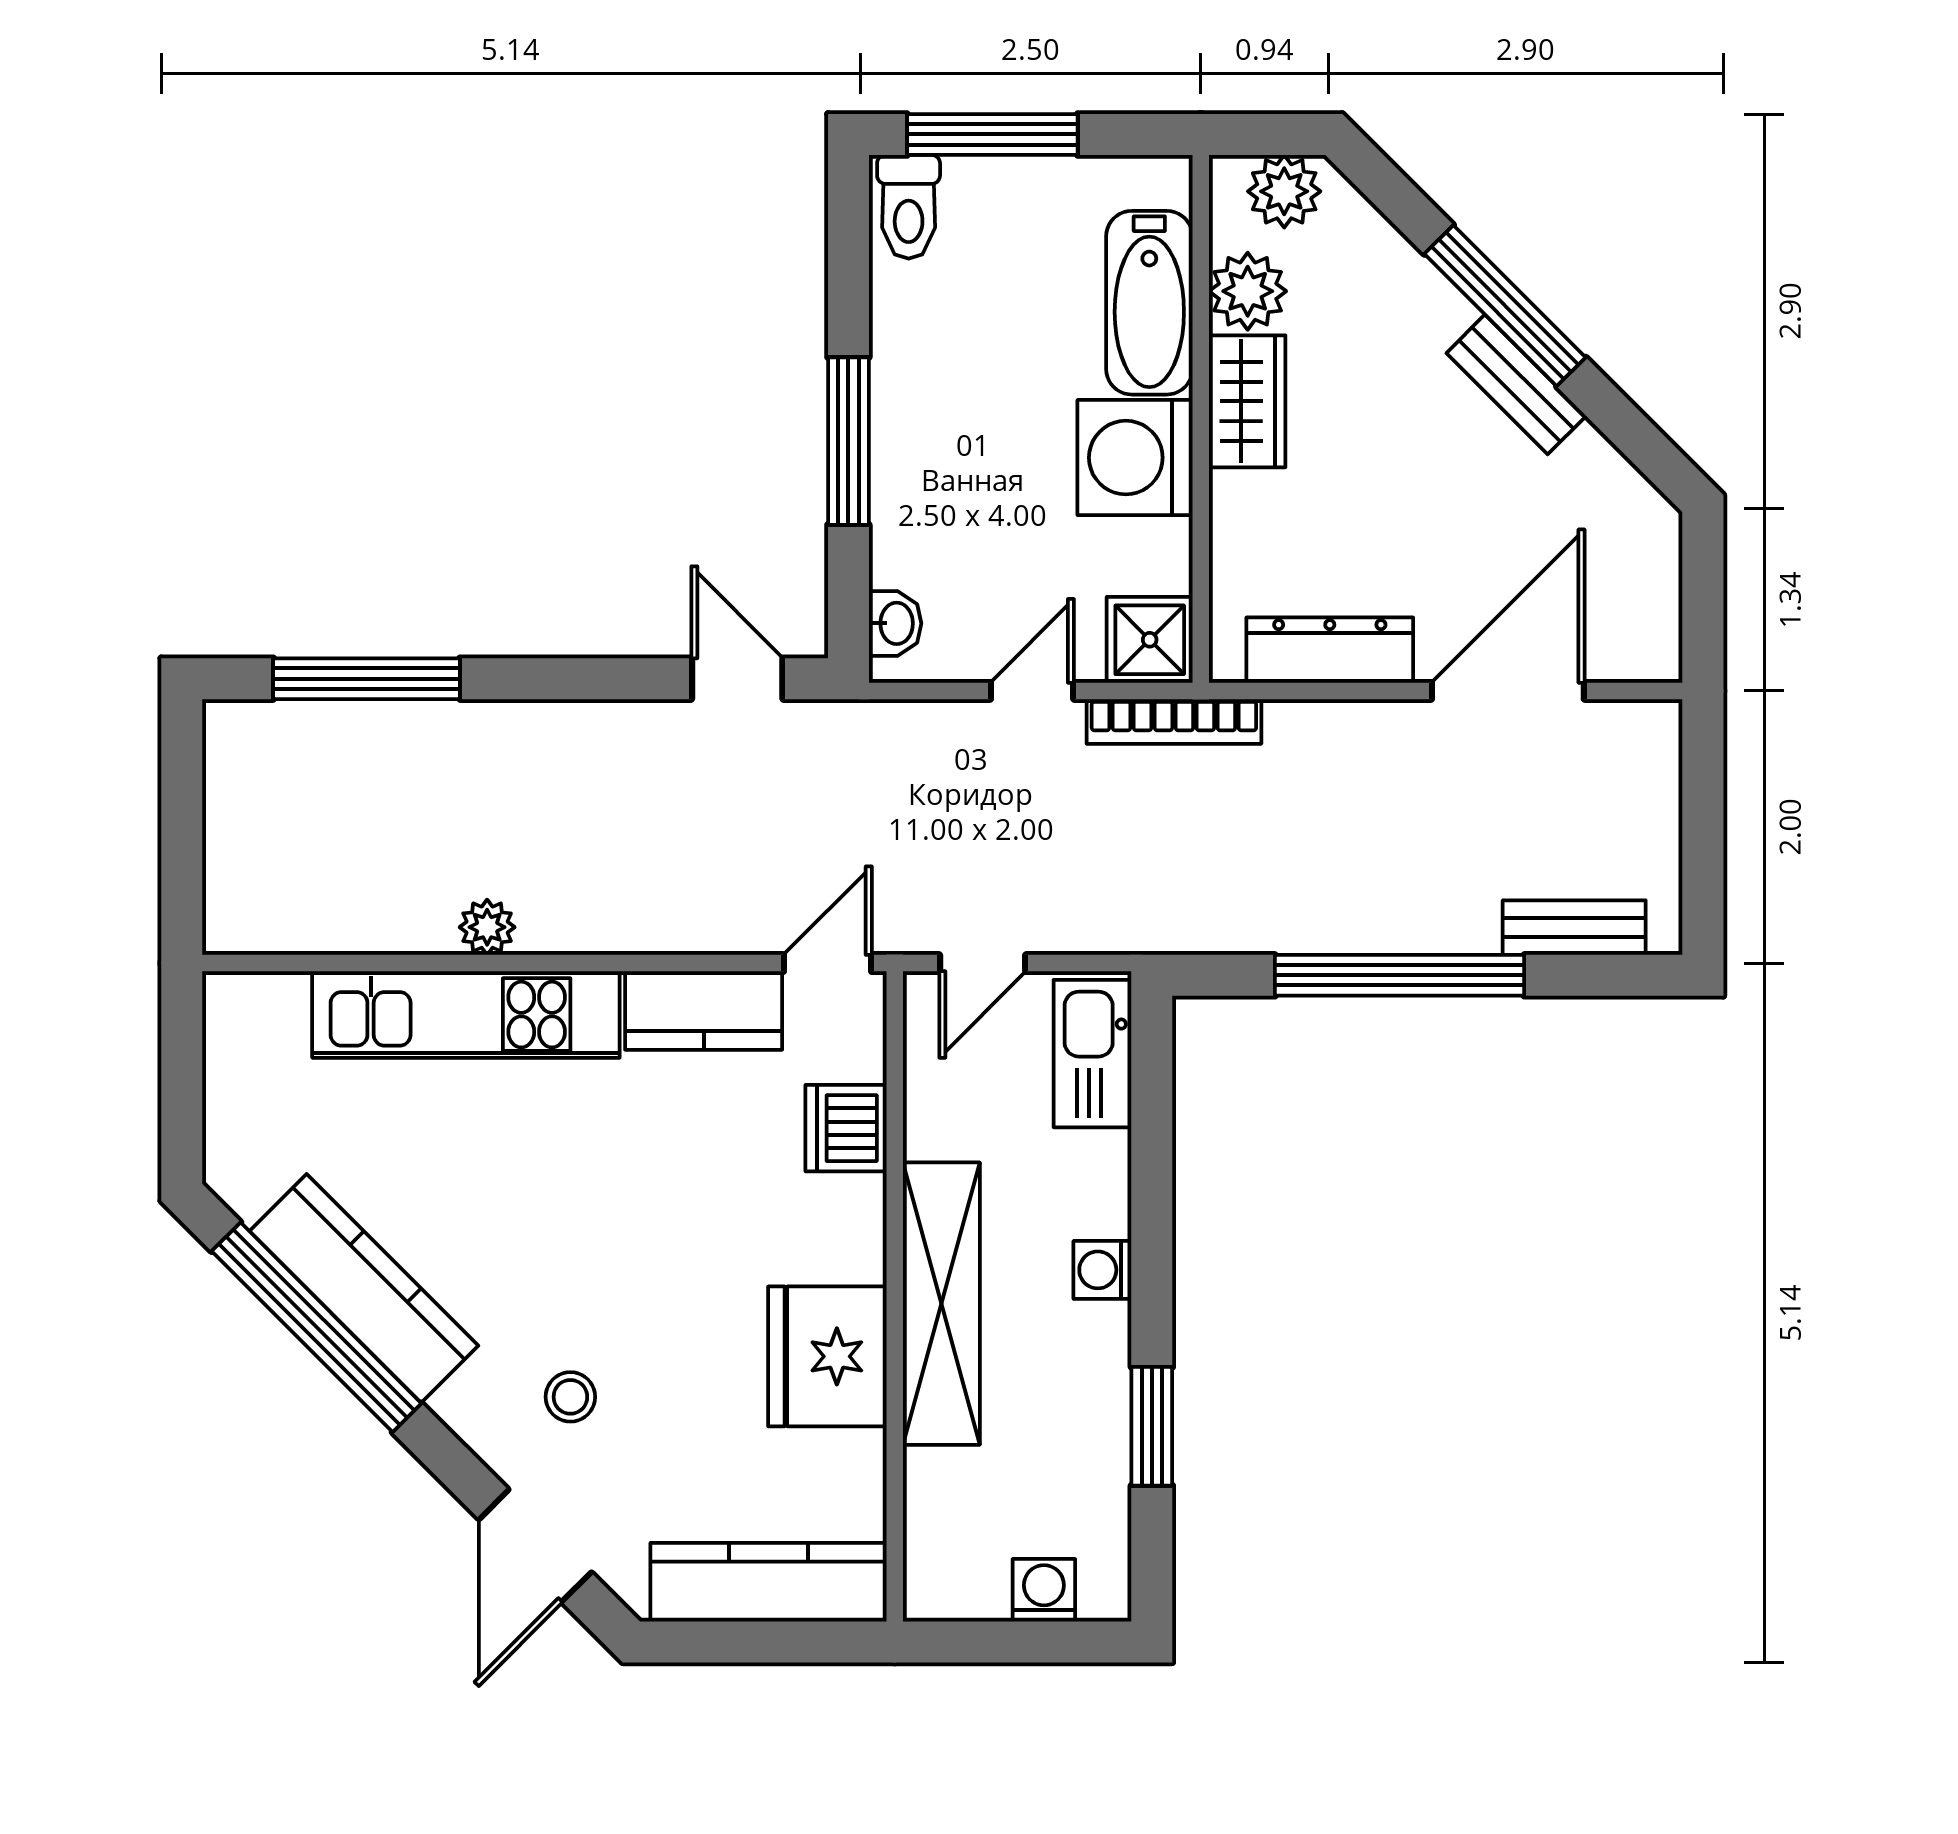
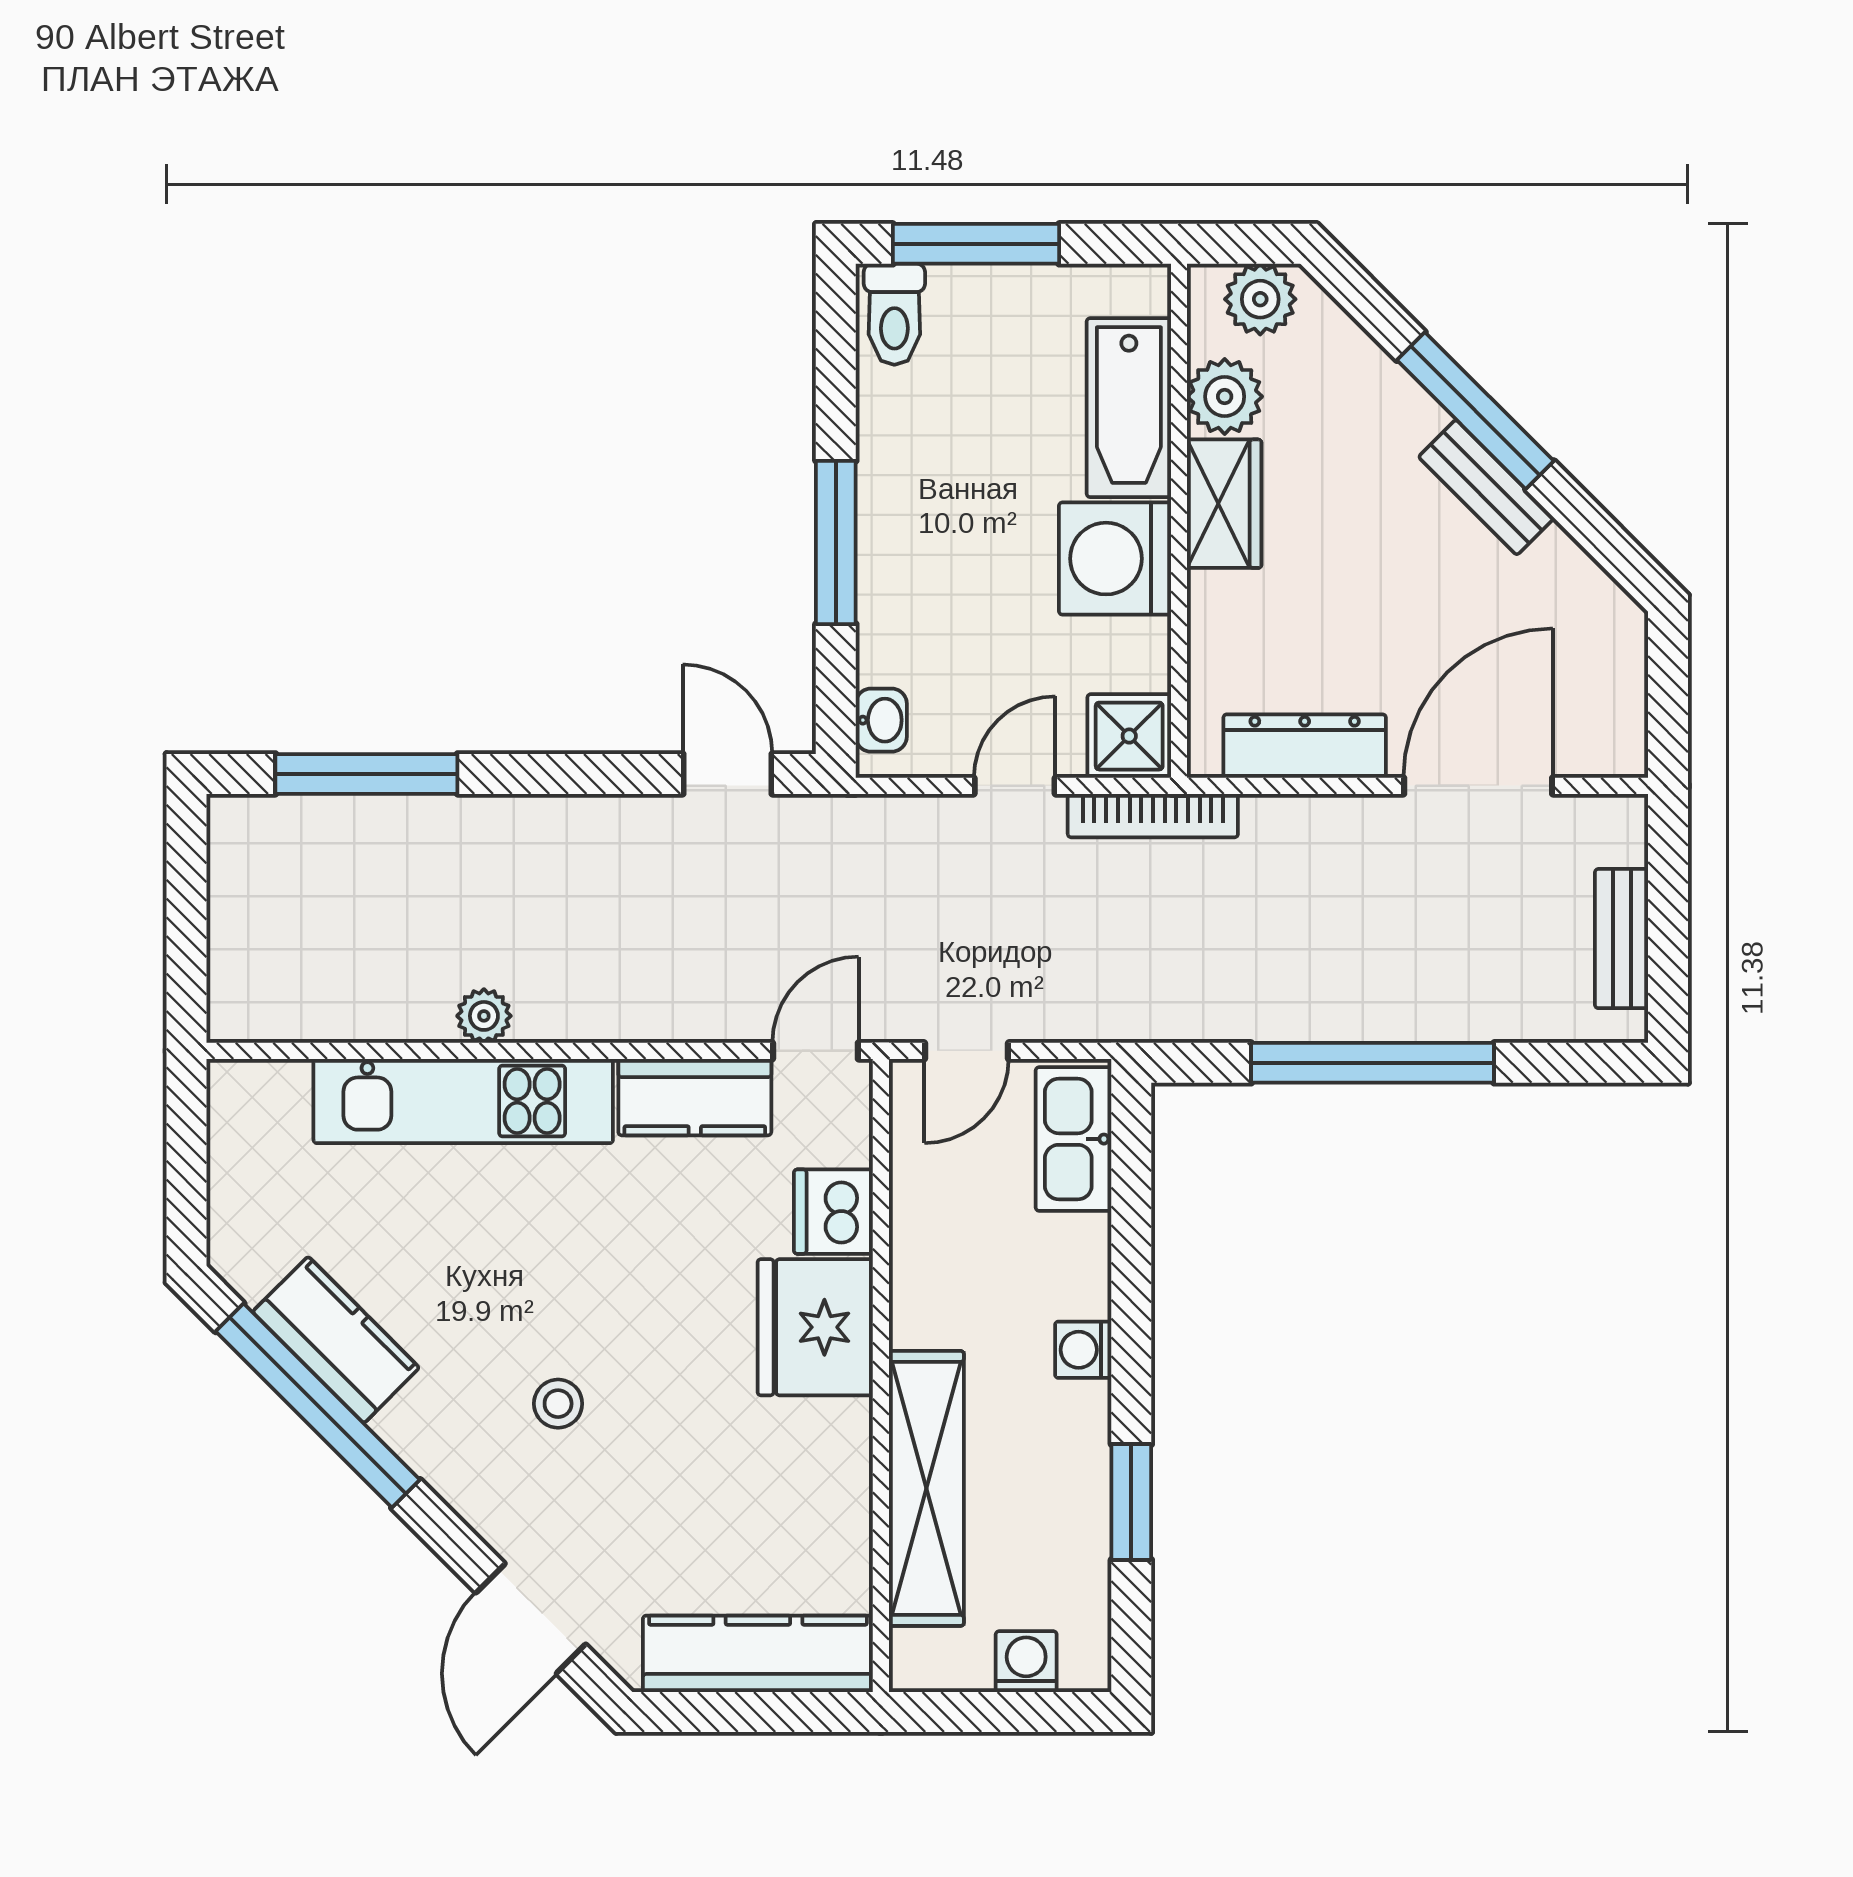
bench: (1574, 928) -> (1622, 939), moved, turned 90
kitchen counter: (364, 1288) -> (336, 1340), width x0.67
shelving: (941, 1304) -> (926, 1488), moved
fridge: (827, 1356) -> (815, 1327), moved
stool: (570, 1397) -> (558, 1404), moved

